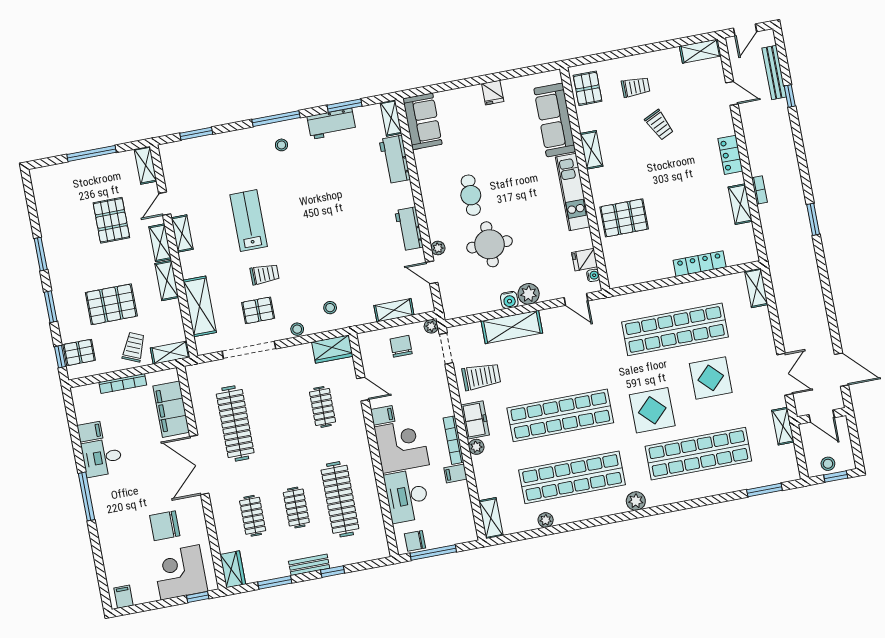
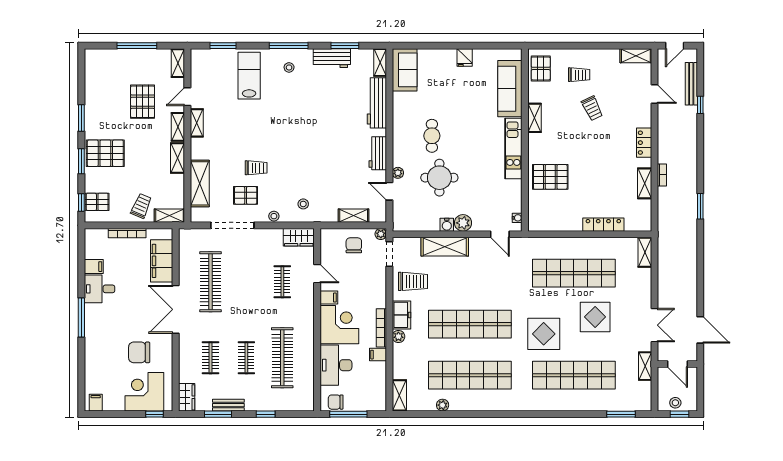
workbench: (395, 159) -> (377, 103), width x1.38
lab bench: (249, 221) -> (249, 76), moved
fridge: (585, 260) -> (513, 204), removed
pallet: (111, 304) -> (105, 153), moved
plant: (636, 501) -> (517, 404), removed
bench: (309, 565) -> (228, 405), moved

